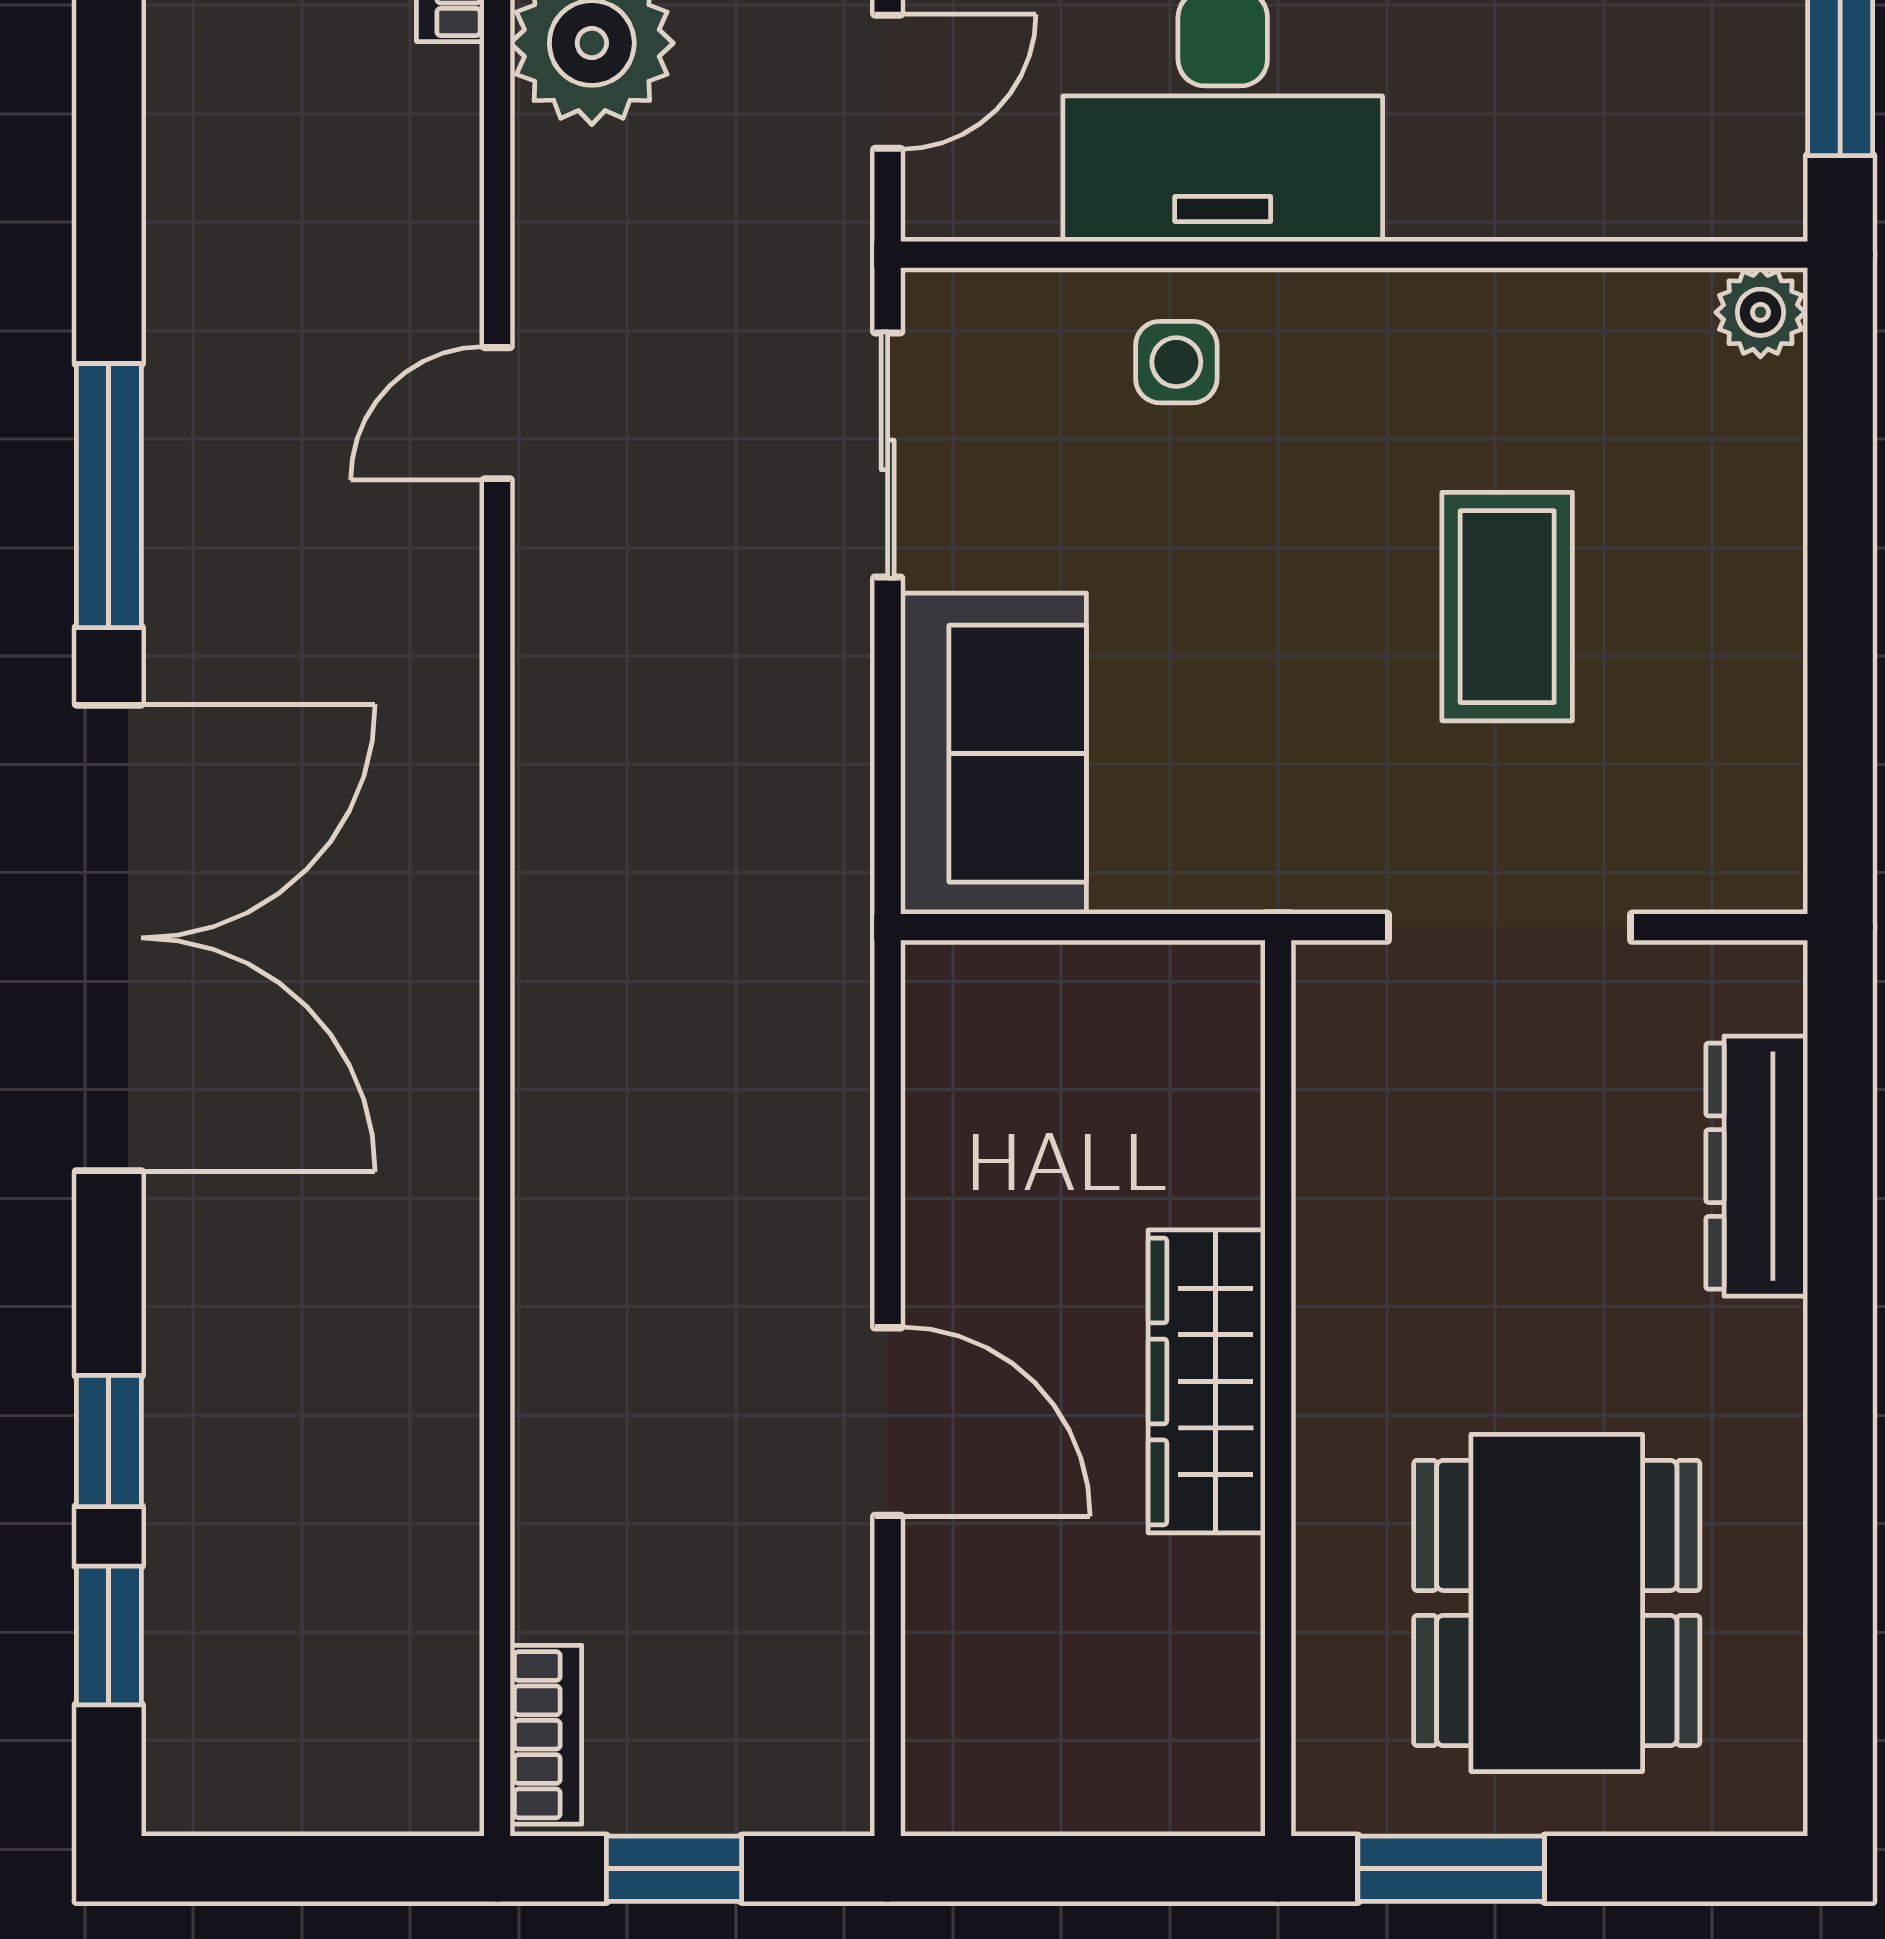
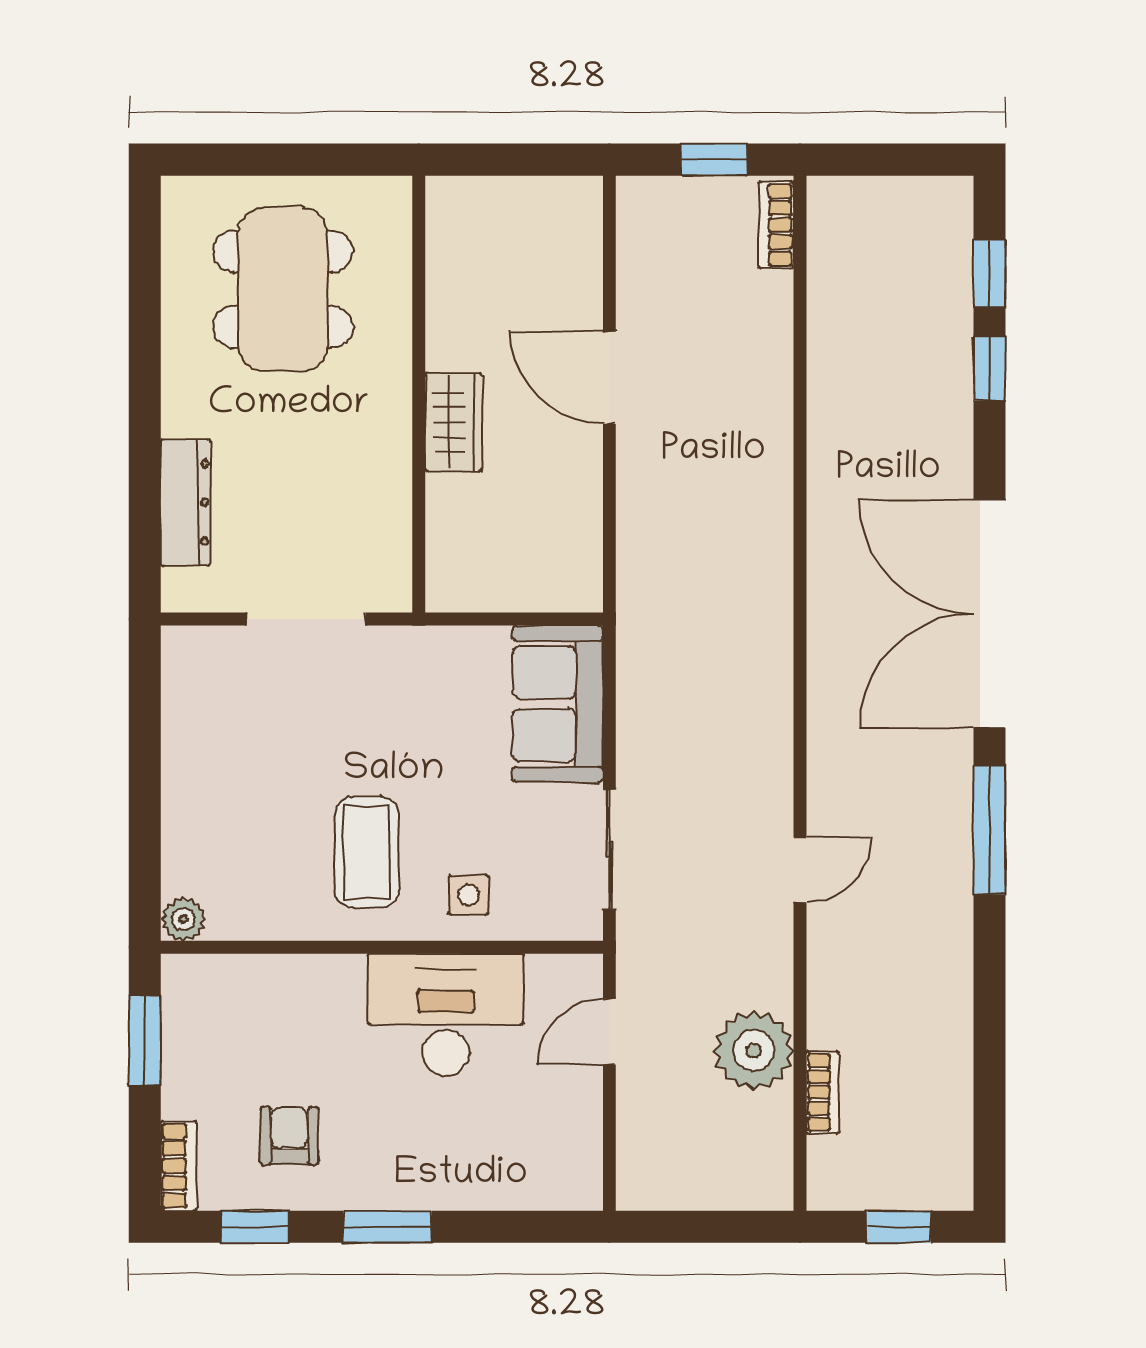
coffee table: (1507, 607) -> (367, 852), moved
wardrobe: (1207, 1381) -> (454, 422), width x0.67
window: (1451, 1869) -> (334, 160), removed

